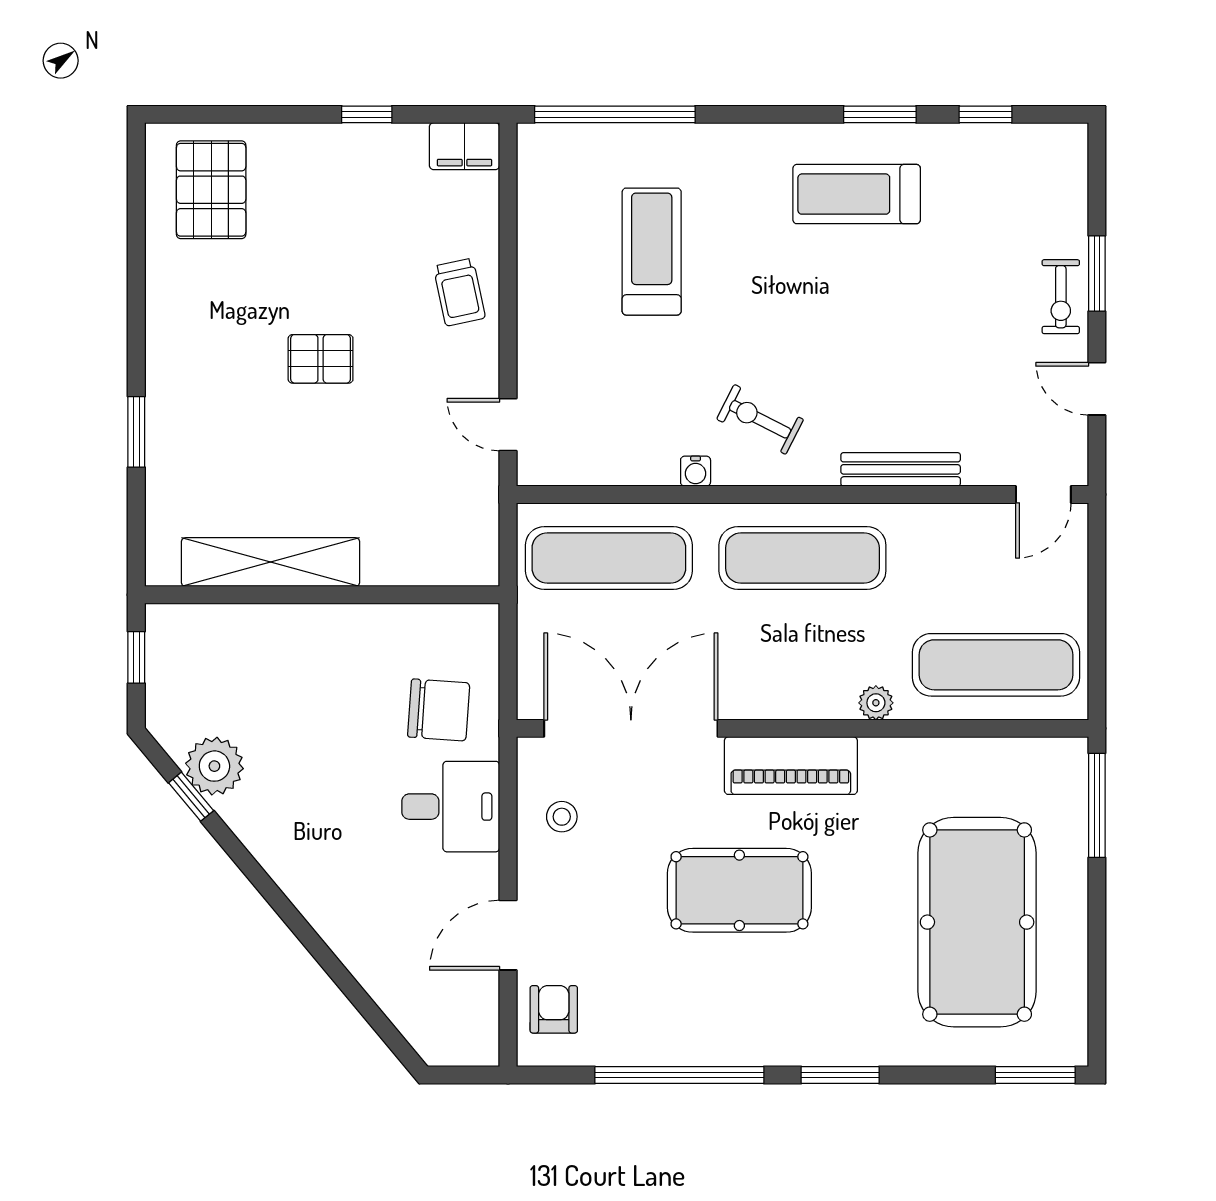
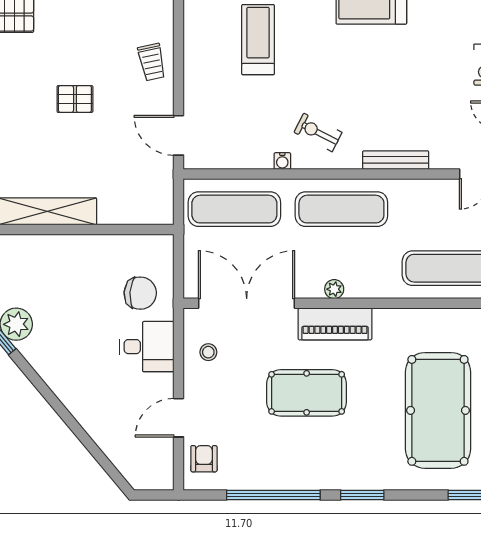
door: (508, 425) -> (179, 135), width x1.38
plant: (876, 703) -> (334, 289), moved

